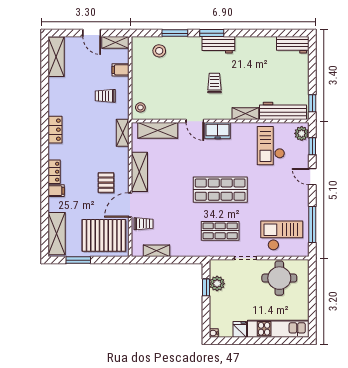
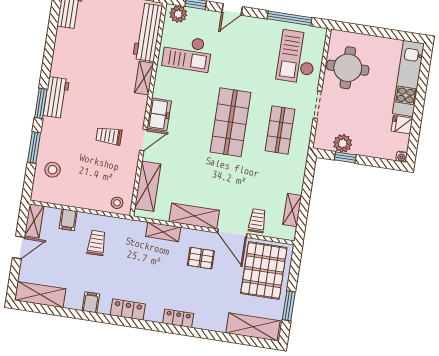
trolley: (214, 83) -> (109, 136), moved
trolley: (105, 96) -> (97, 243), turned 180
shelving: (123, 133) -> (163, 232), moved
filing cabinet: (56, 191) -> (91, 302), moved

